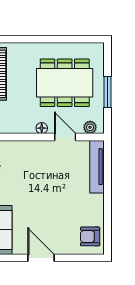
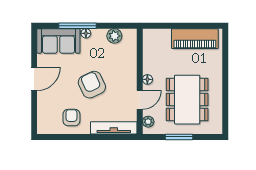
armchair: (48, 192) -> (92, 85), added
armchair: (90, 236) -> (71, 118), moved

